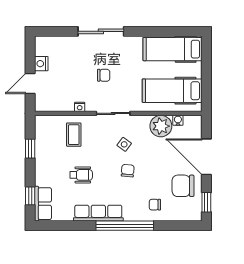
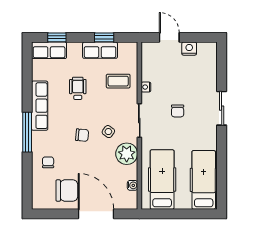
sliding door: (101, 31) -> (222, 108), width x0.73
plant: (161, 126) -> (127, 154), moved
row of seats: (43, 153) -> (100, 50), added
door: (206, 157) -> (96, 214), hinge flipped
wheelchair: (81, 175) -> (78, 88), turned 180
chair: (183, 186) -> (67, 191), turned 90
window: (206, 202) -> (50, 214), removed
window: (125, 226) -> (27, 132), width x0.68

